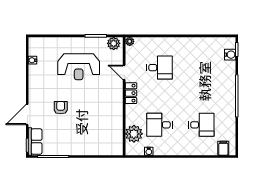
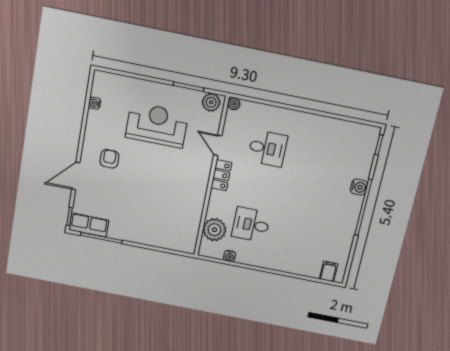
water cooler: (230, 55) -> (359, 187), moved
reception desk: (79, 67) -> (157, 125), turned 180
armchair: (61, 108) -> (109, 159), moved
desk: (201, 125) -> (307, 236), removed
row of seats: (35, 142) -> (89, 225), moved, turned -90

